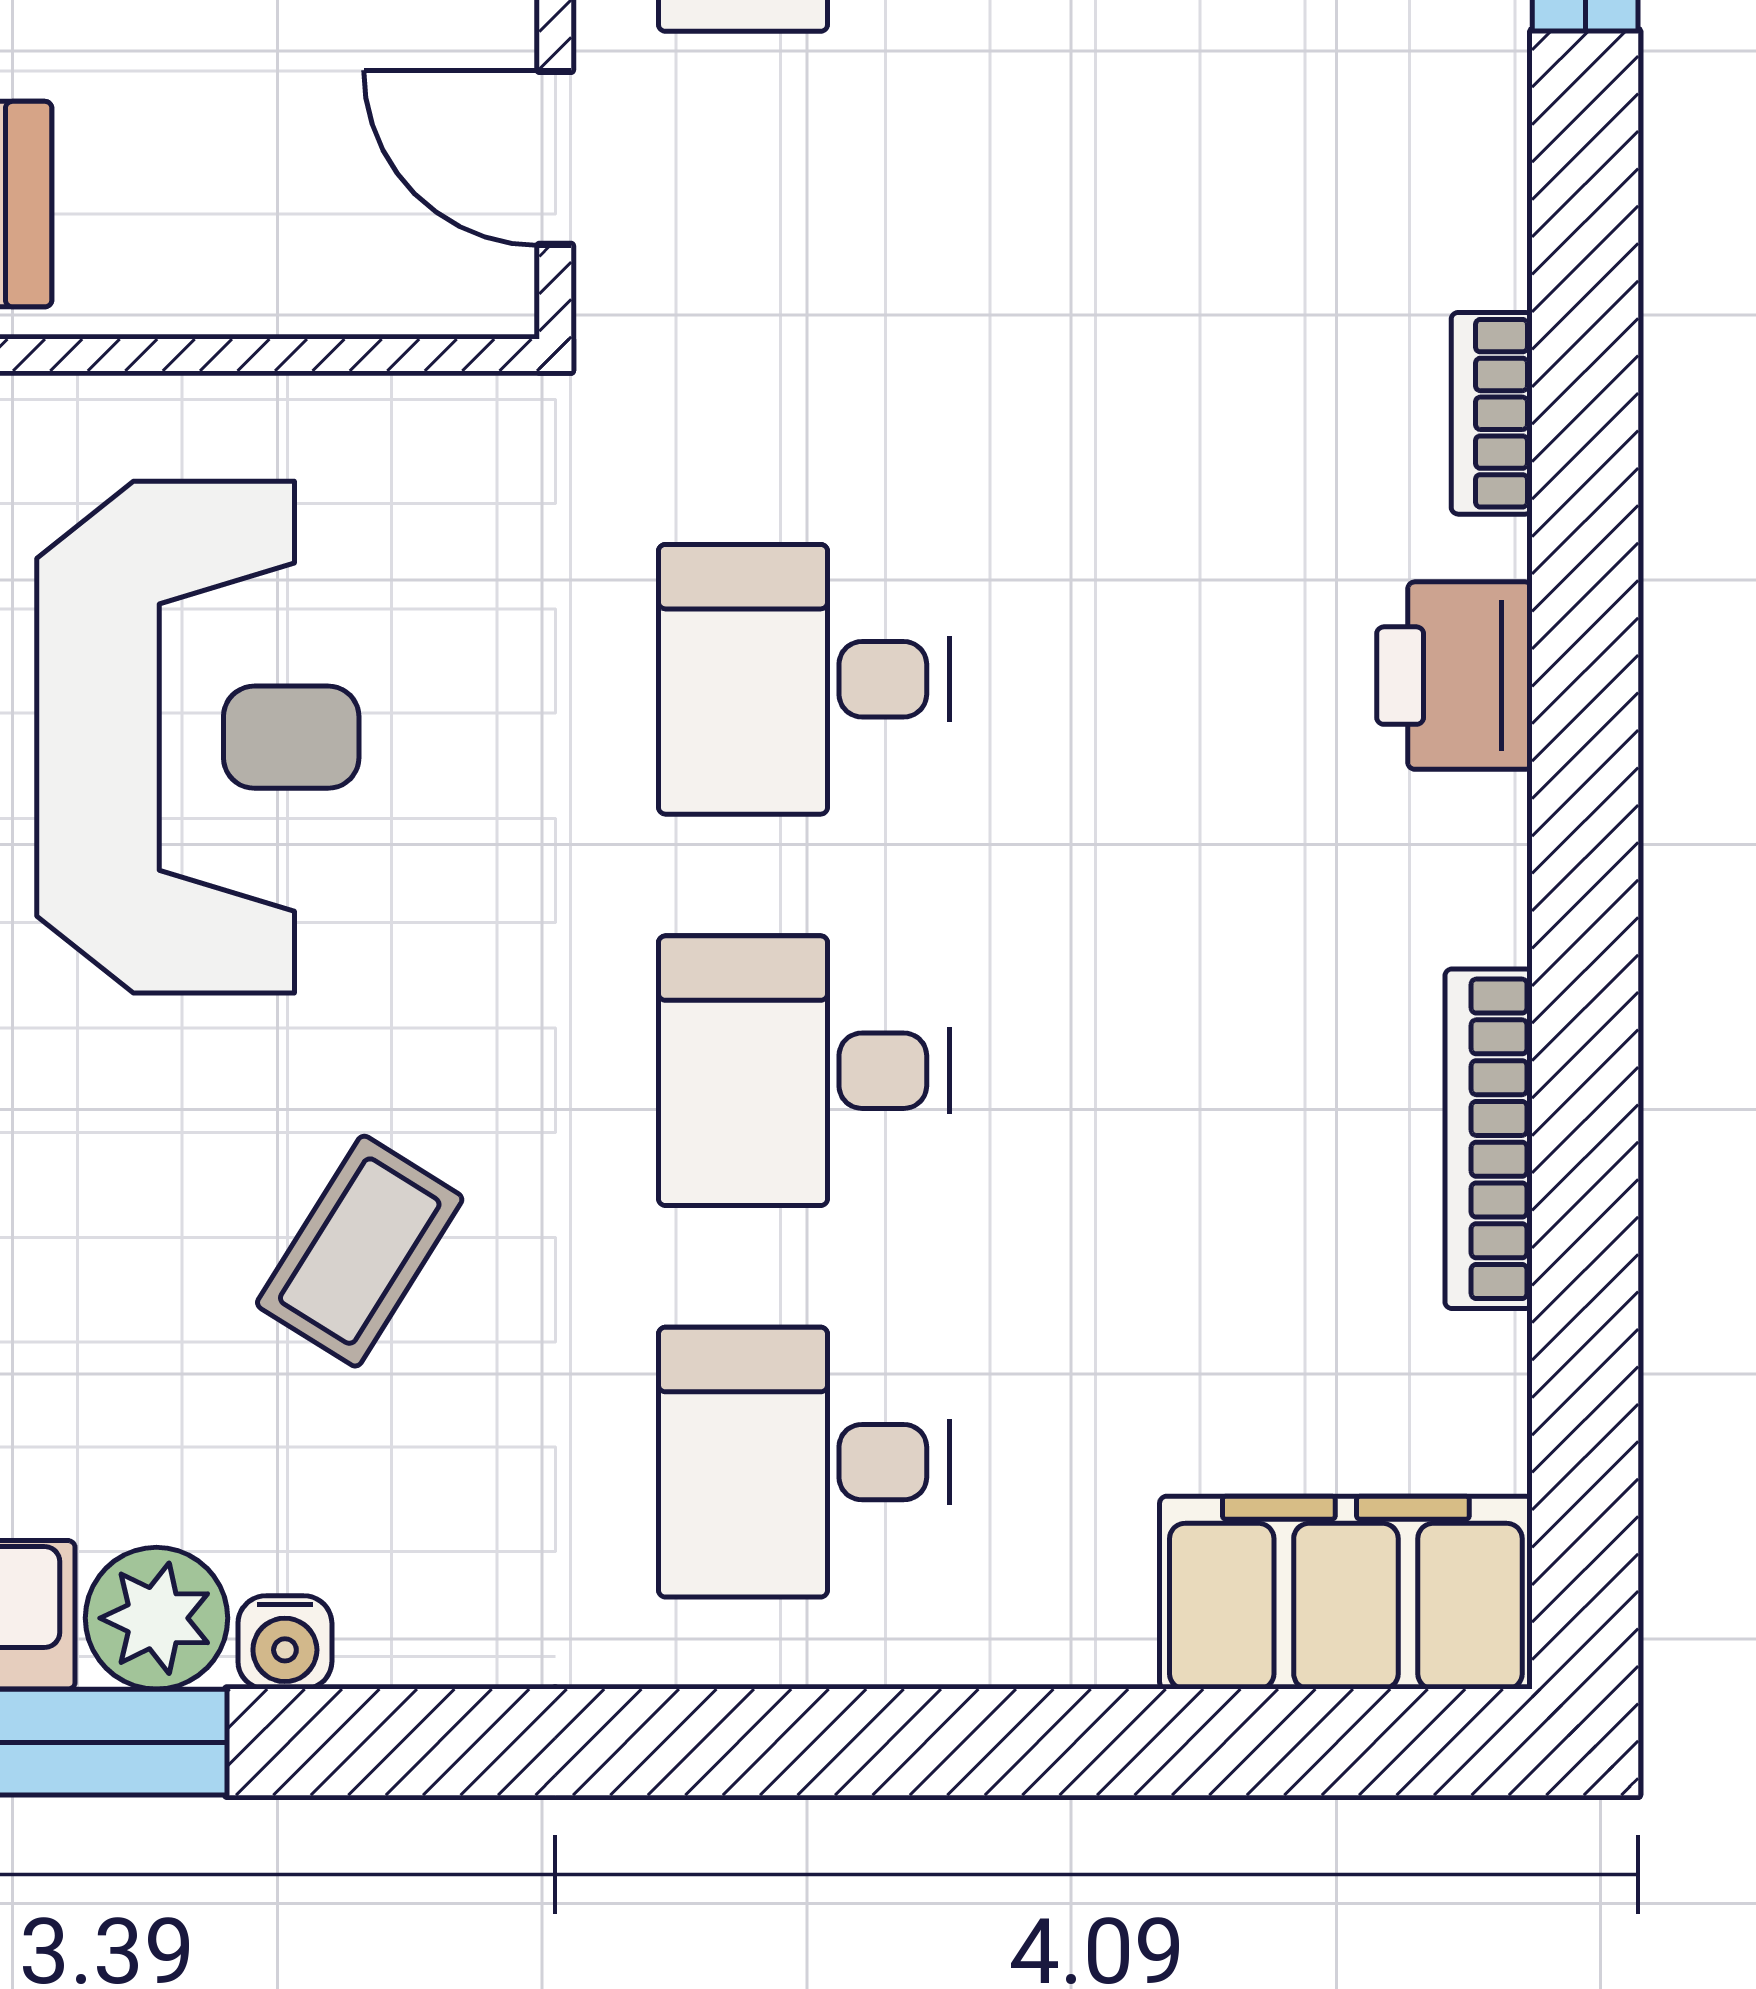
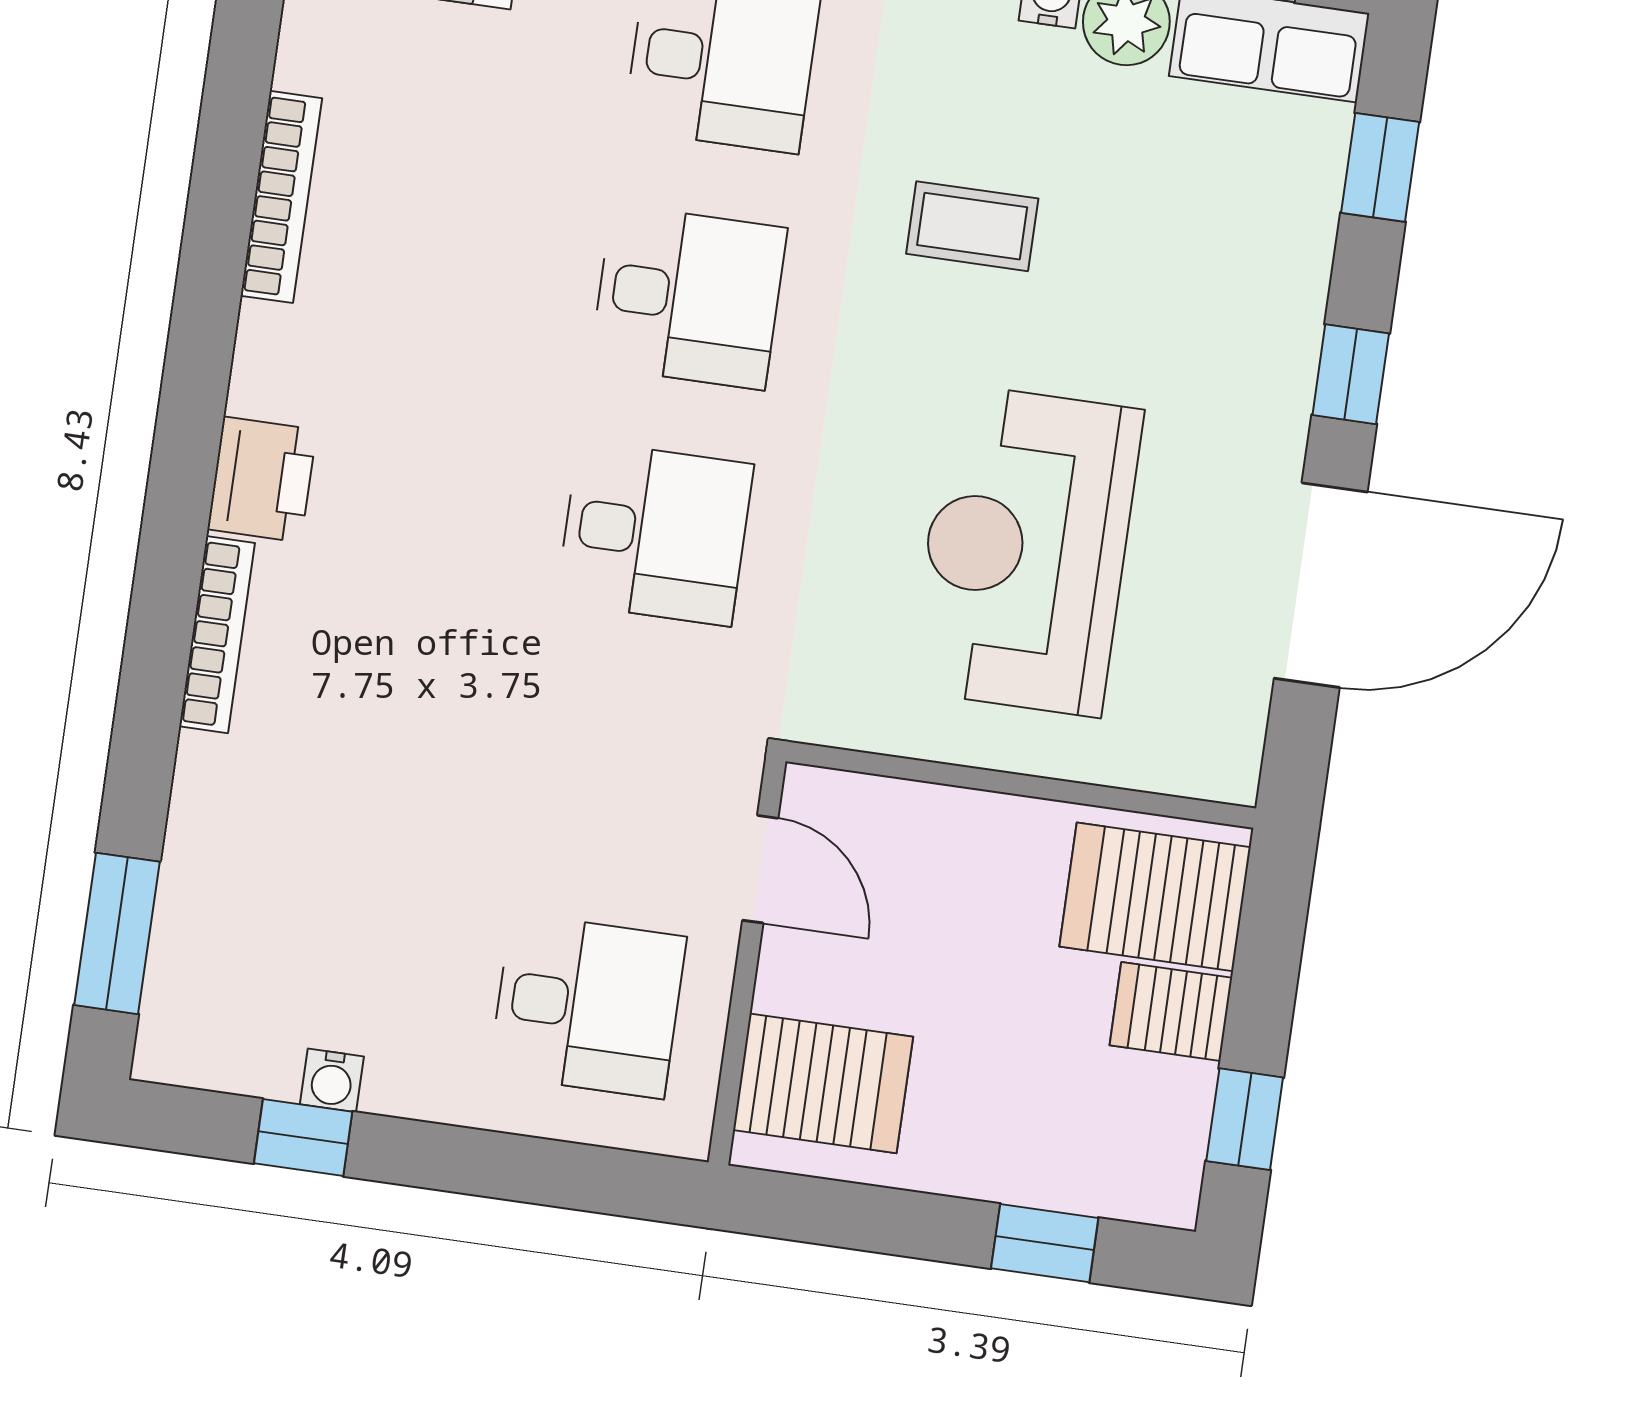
bookcase: (1492, 413) -> (217, 635), width x1.56
coffee table: (360, 1251) -> (972, 226), turned 58

